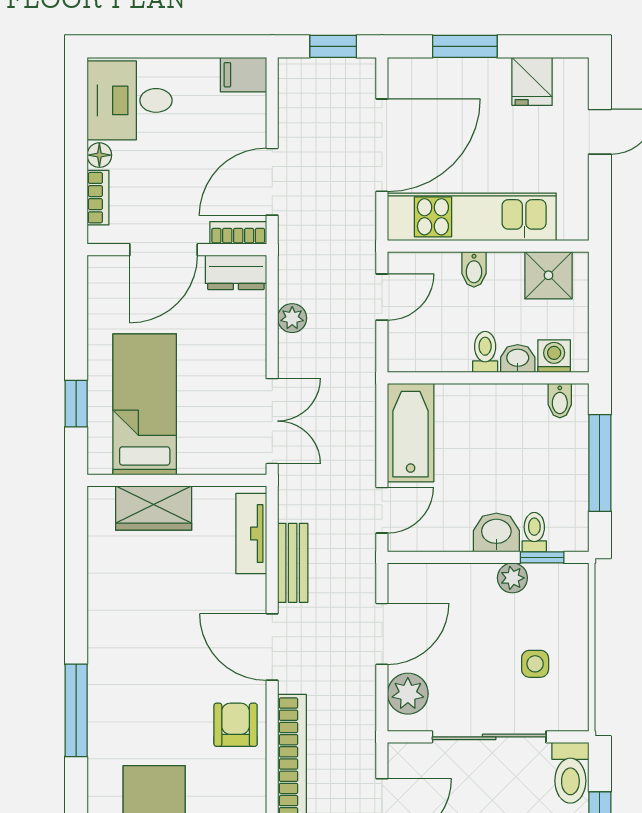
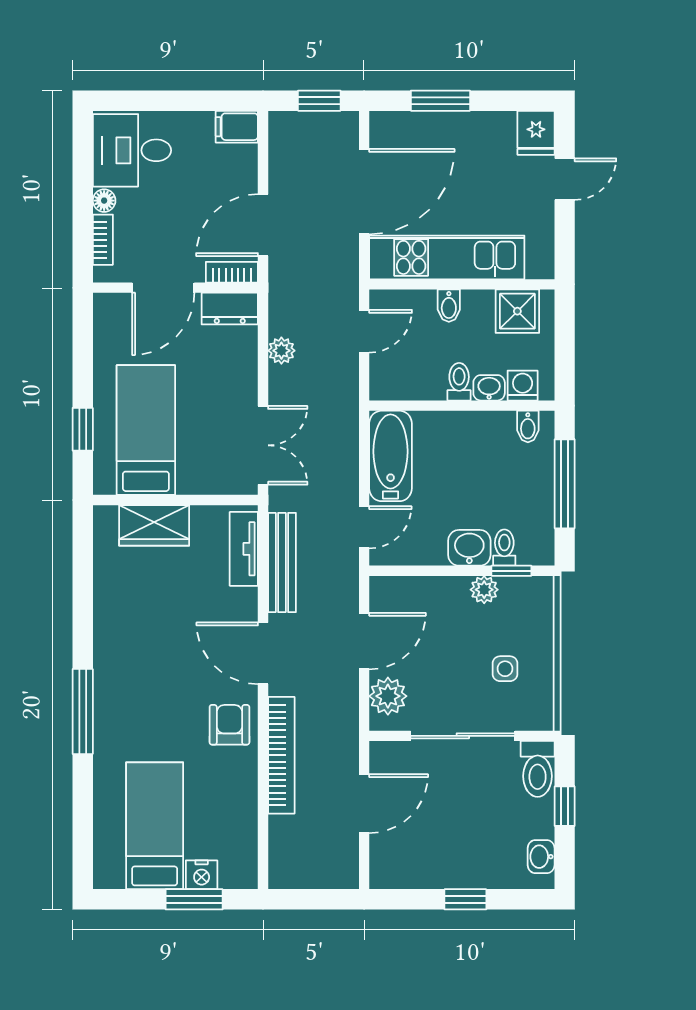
fridge: (532, 81) -> (536, 133), moved
bench: (293, 563) -> (282, 563), width x1.36

